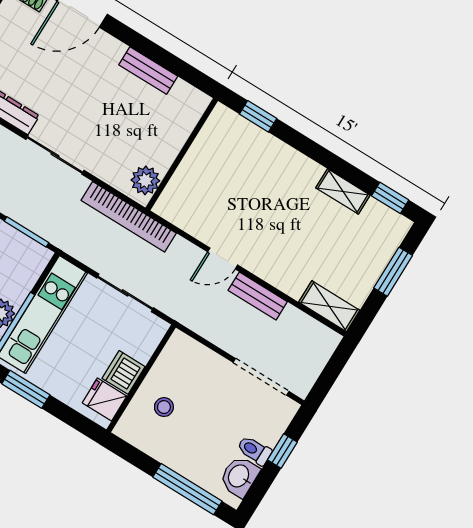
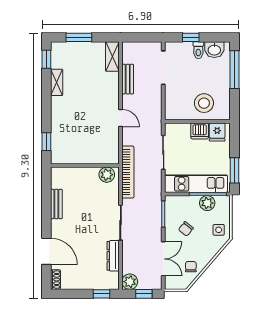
bench: (258, 296) -> (128, 79), moved
stool: (164, 407) -> (204, 103), width x1.89, depth x1.89

